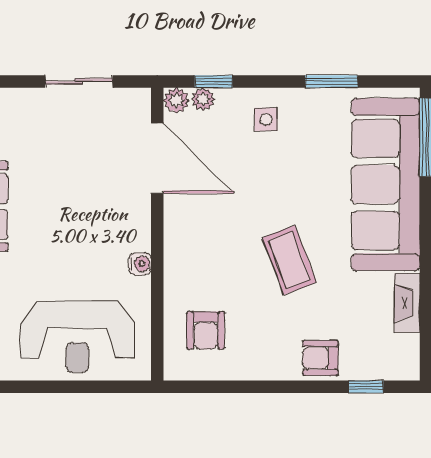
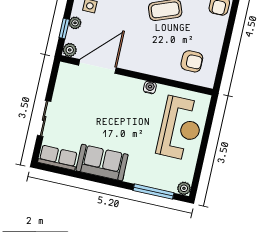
sliding door: (79, 81) -> (44, 118), moved
plant: (203, 99) -> (75, 23), moved

